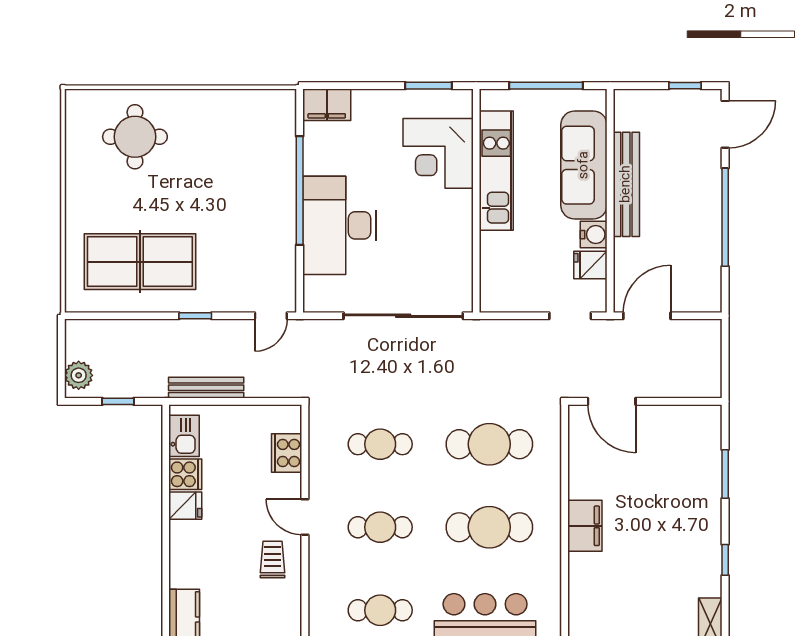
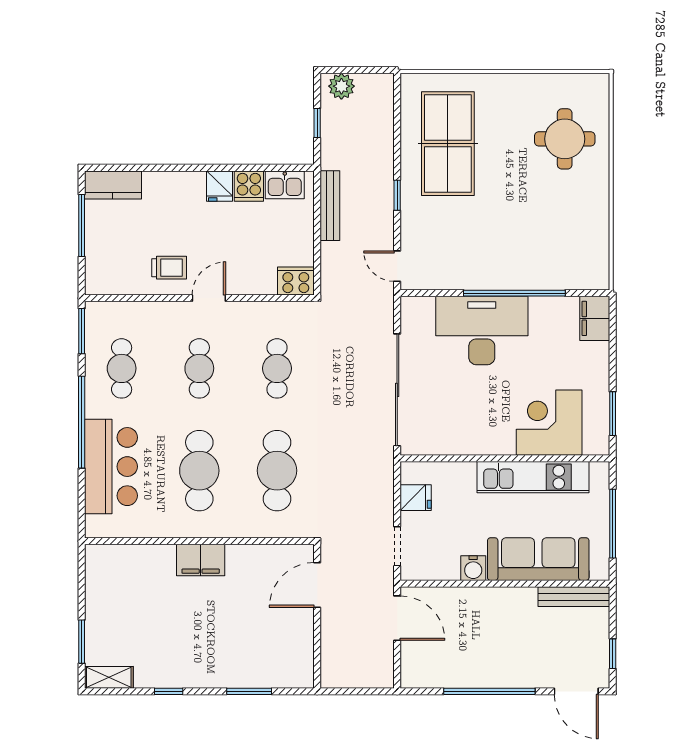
bench: (626, 184) -> (574, 597), moved, width x0.73, depth x0.82
fridge: (590, 265) -> (416, 498), moved, turned 90
cooker: (287, 453) -> (296, 281), moved

